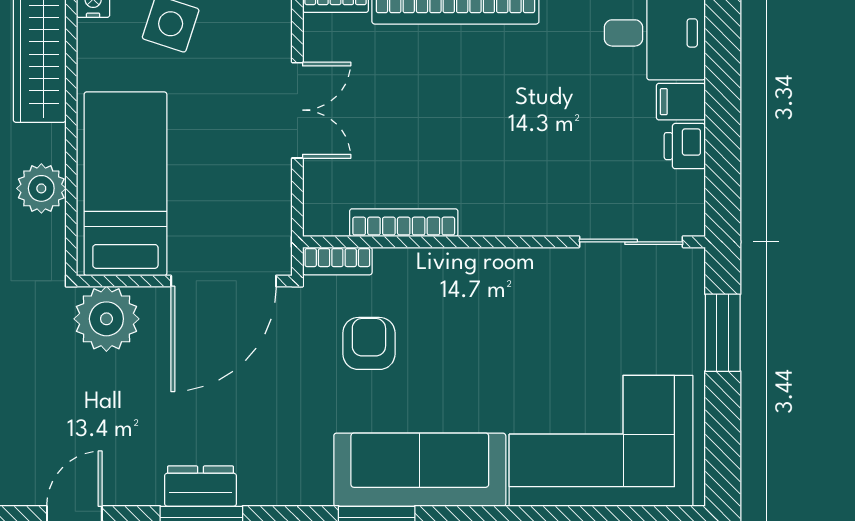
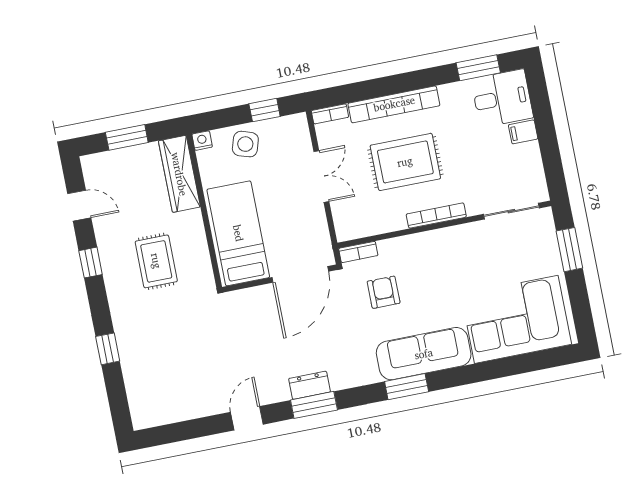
rug: (456, 114) -> (405, 162), added
printer: (685, 146) -> (530, 155), removed
plant: (41, 188) -> (194, 245), removed
bookcase: (404, 223) -> (436, 216), moved
plant: (106, 319) -> (242, 307), removed

